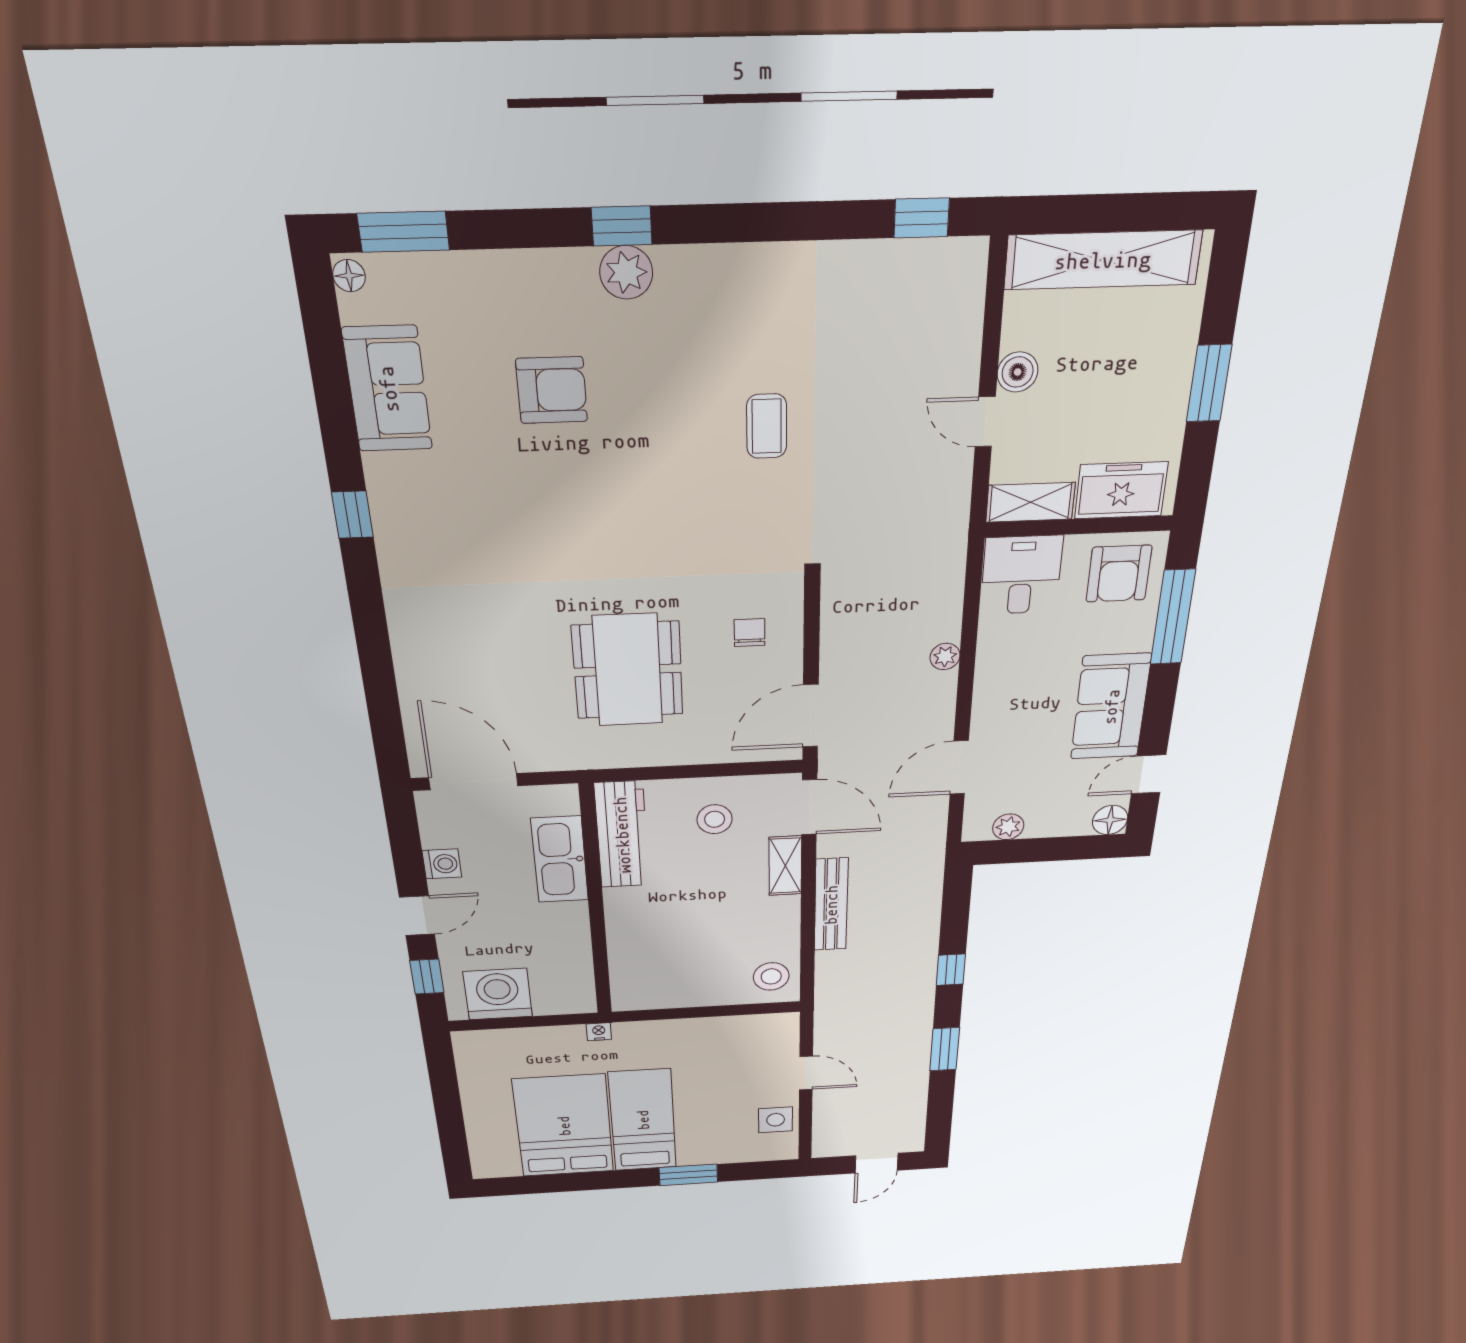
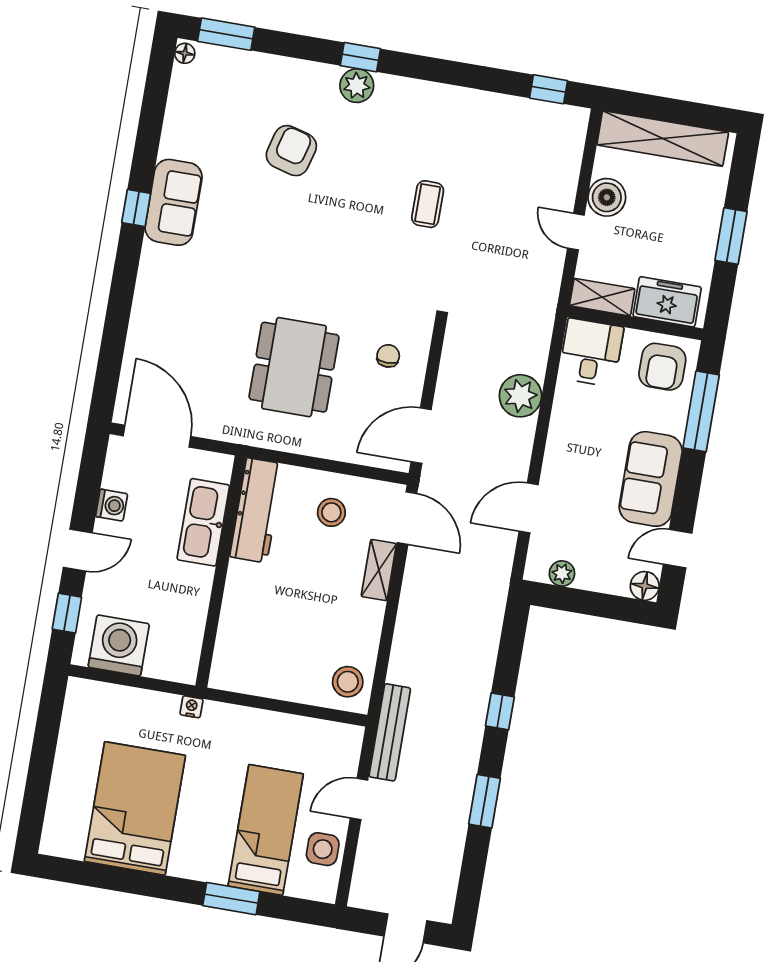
boiler: (1018, 372) -> (607, 197), width x1.36, depth x1.36
sofa: (388, 389) -> (174, 202), moved
armchair: (552, 390) -> (291, 151), turned -75
plant: (945, 656) -> (520, 396), width x1.88, depth x1.88
bench: (831, 905) -> (390, 732), moved
door: (806, 1073) -> (359, 799), swing flipped
bed: (643, 1120) -> (266, 830), moved

